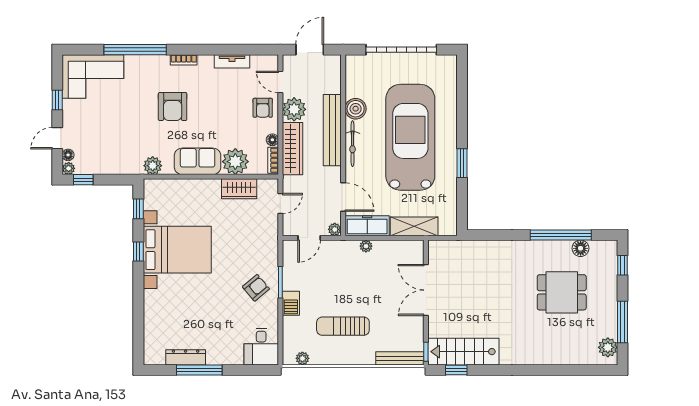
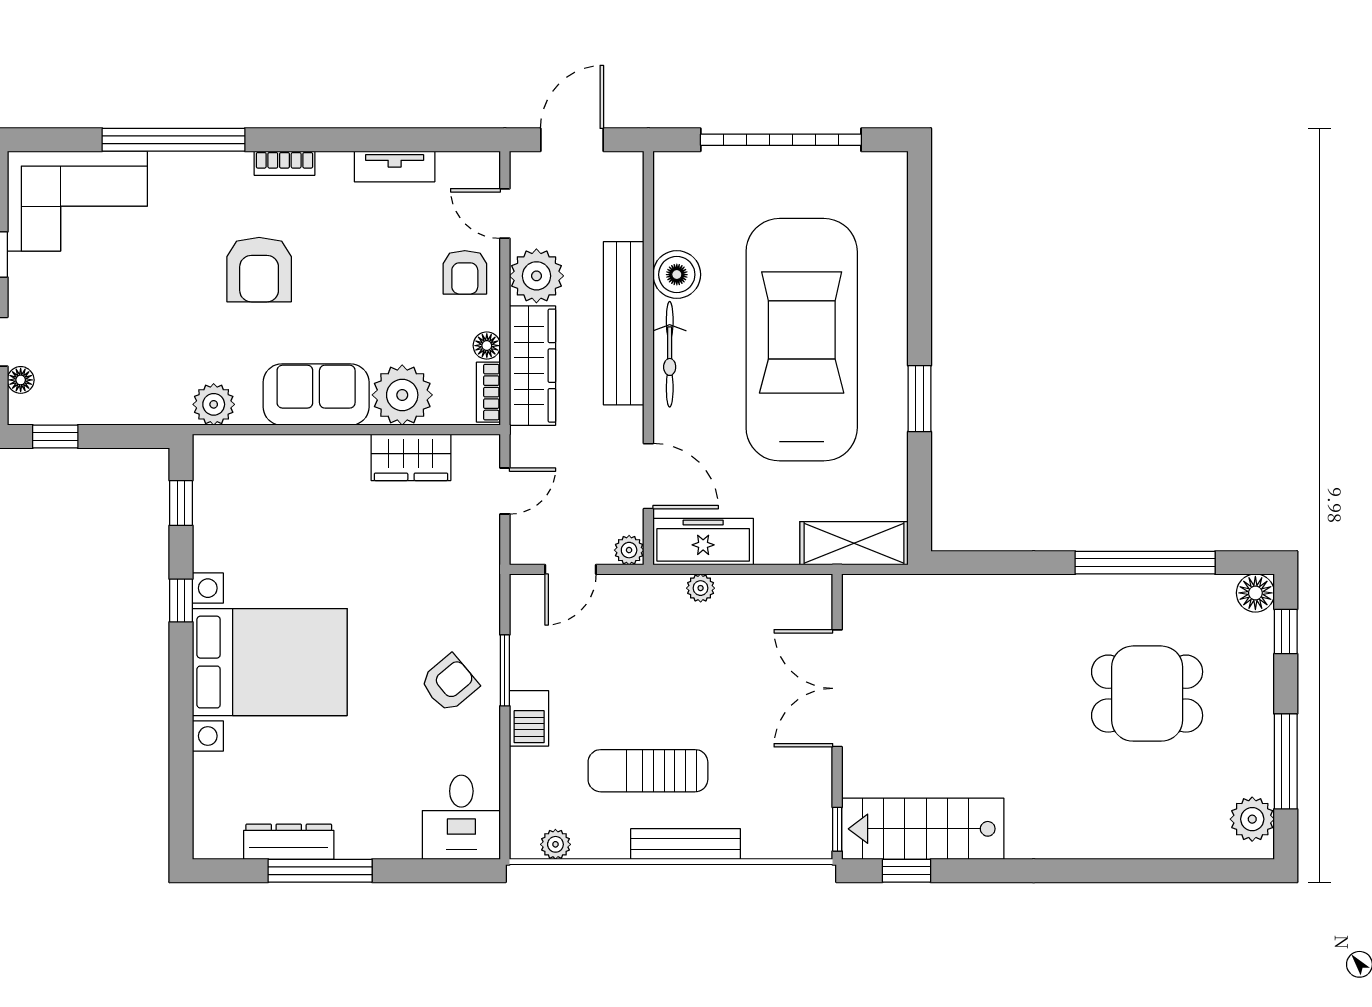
plant: (69, 168) -> (22, 411), removed
shelving: (414, 226) -> (854, 543), moved
floor lamp: (581, 248) -> (1255, 593), moved
bed with nightstands: (177, 250) -> (270, 662), moved
bench: (400, 358) -> (686, 844), moved

